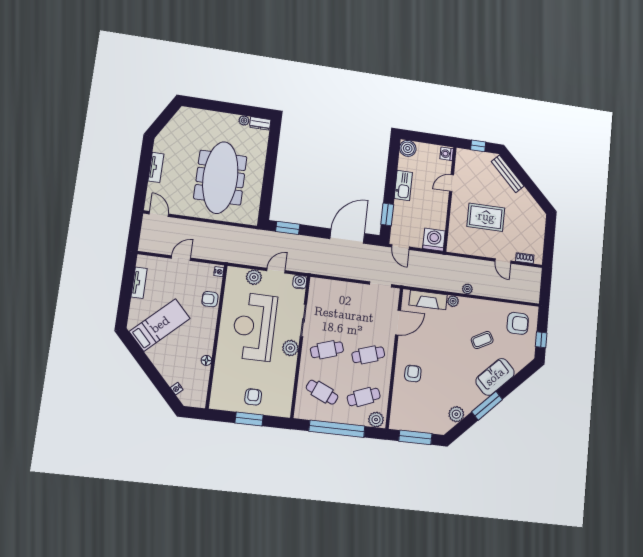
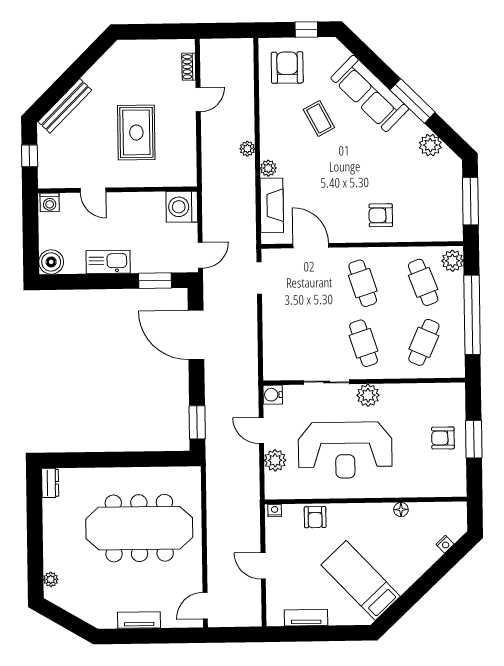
plant: (244, 120) -> (51, 579), moved
sofa: (495, 377) -> (370, 93), width x1.36

